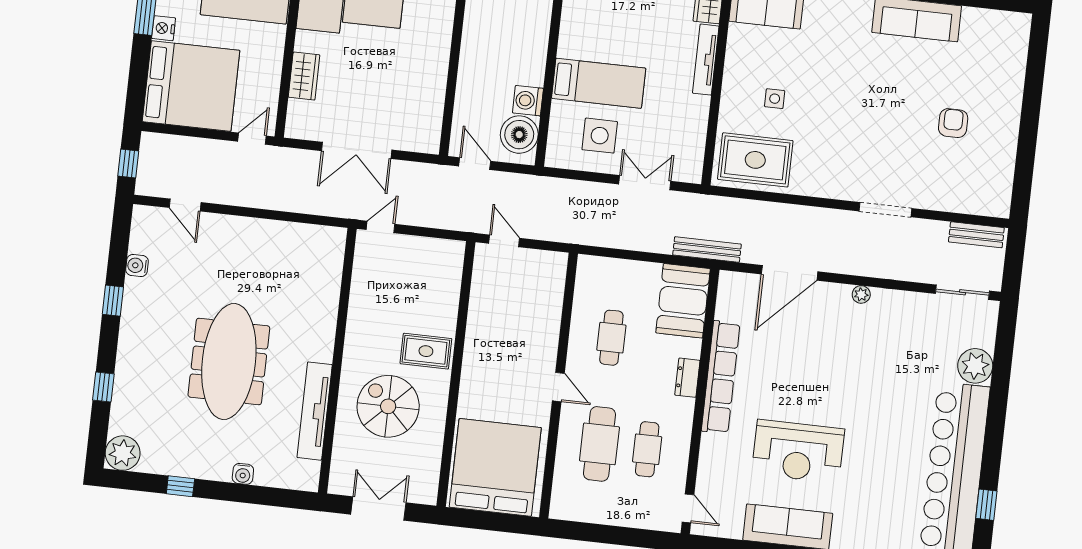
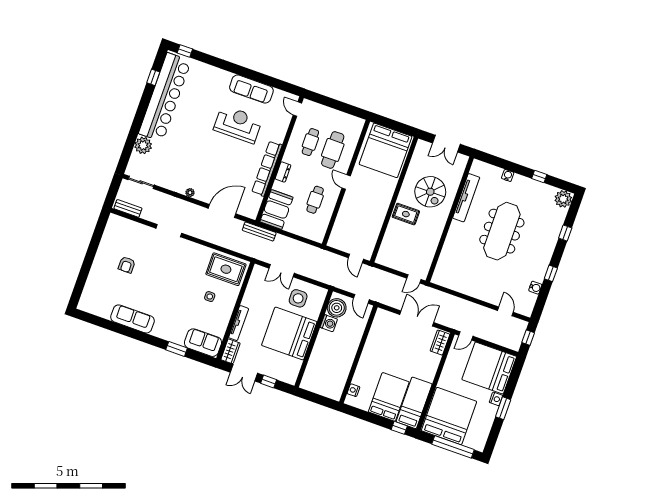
wardrobe: (304, 76) -> (440, 343), moved
bed: (599, 83) -> (289, 334), width x2.04

